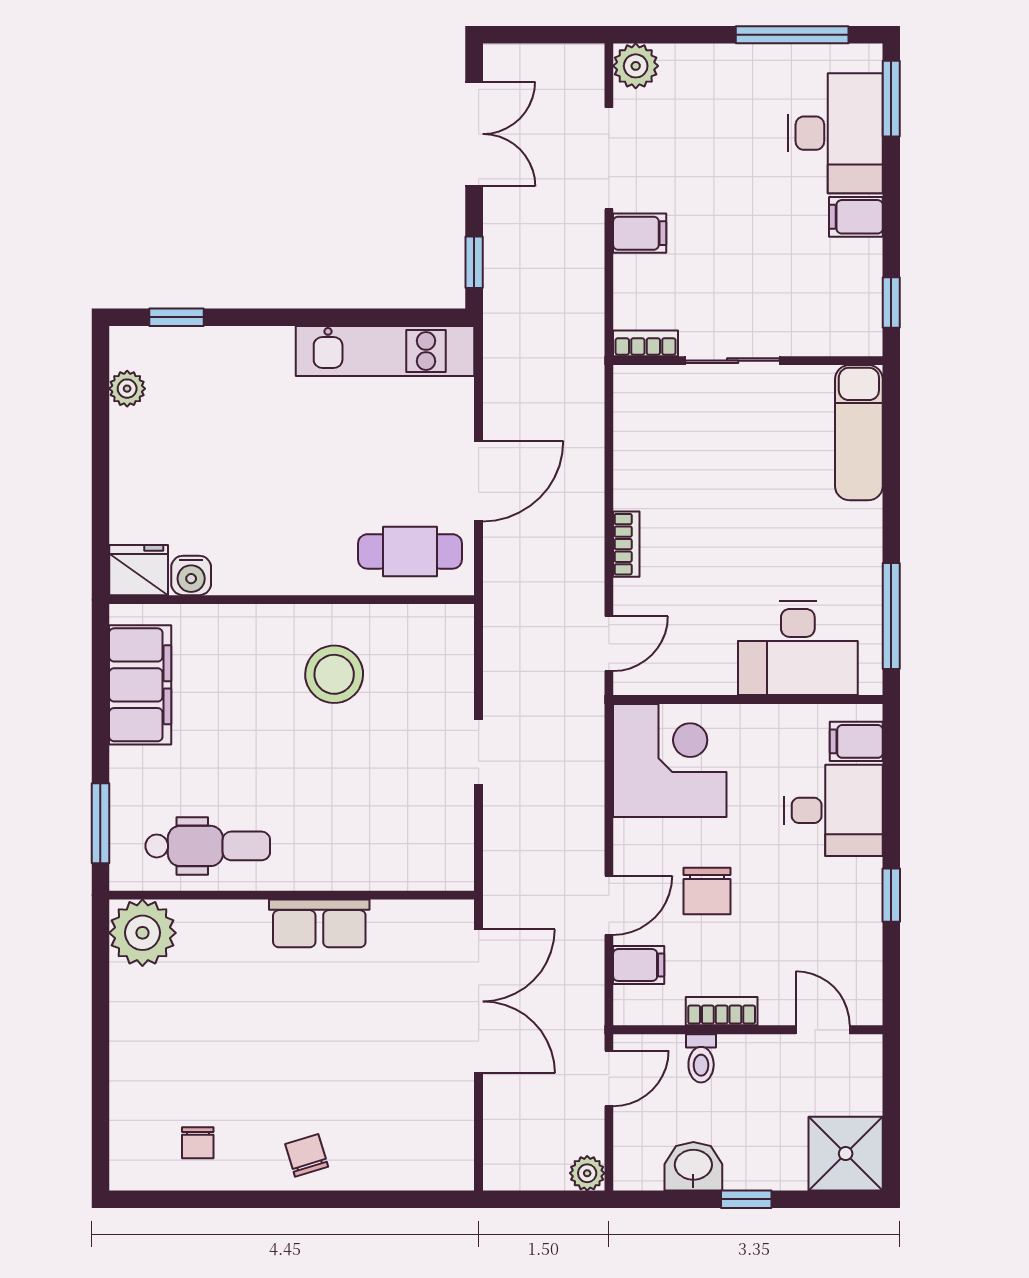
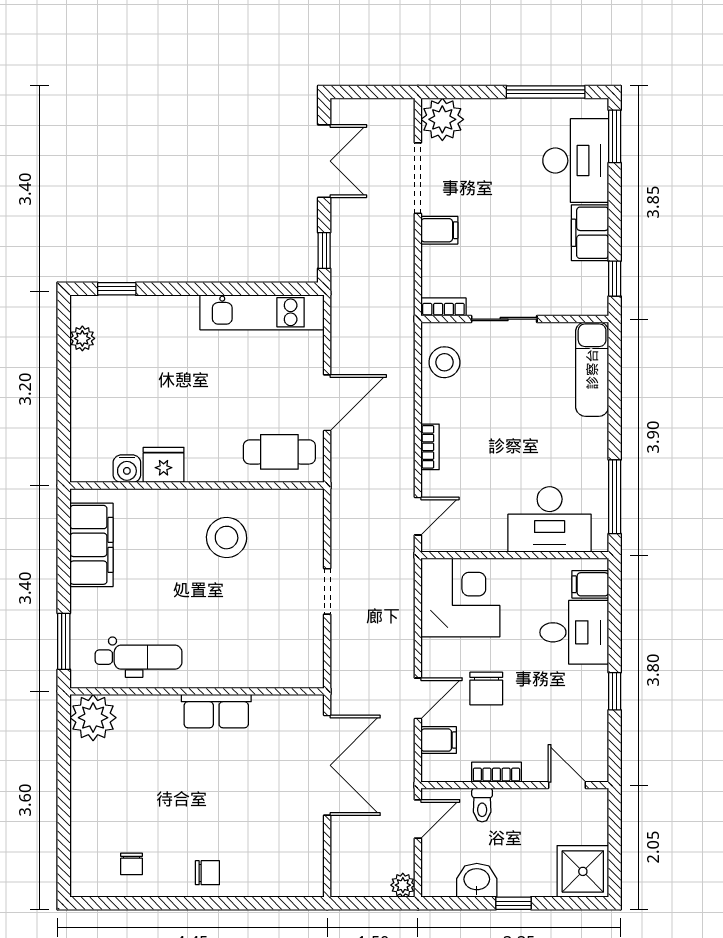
plant: (636, 66) -> (442, 119), width x1.36, depth x1.36
filing cabinet: (856, 217) -> (590, 233), width x2.00
stool: (647, 423) -> (444, 362), added
fridge: (139, 570) -> (164, 465), moved
chair: (307, 1155) -> (207, 873), turned 107

